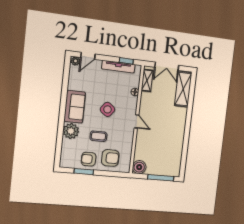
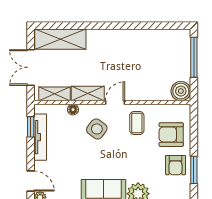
double door: (167, 66) -> (31, 67), swing flipped
shelving: (145, 103) -> (88, 94), added
side table: (107, 109) -> (97, 129), moved
coffee table: (98, 136) -> (137, 123), moved
armchair: (110, 158) -> (171, 135), turned -90

